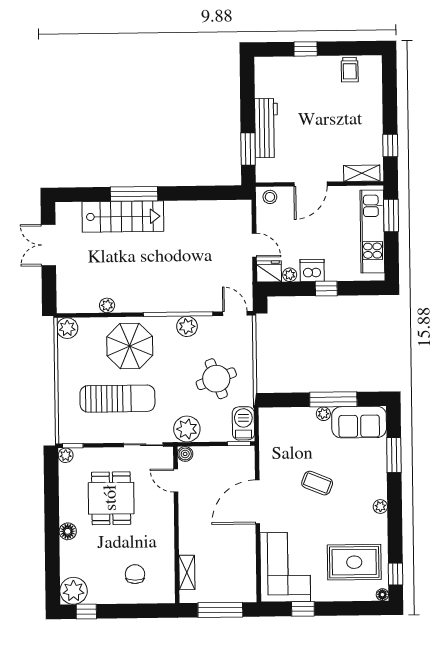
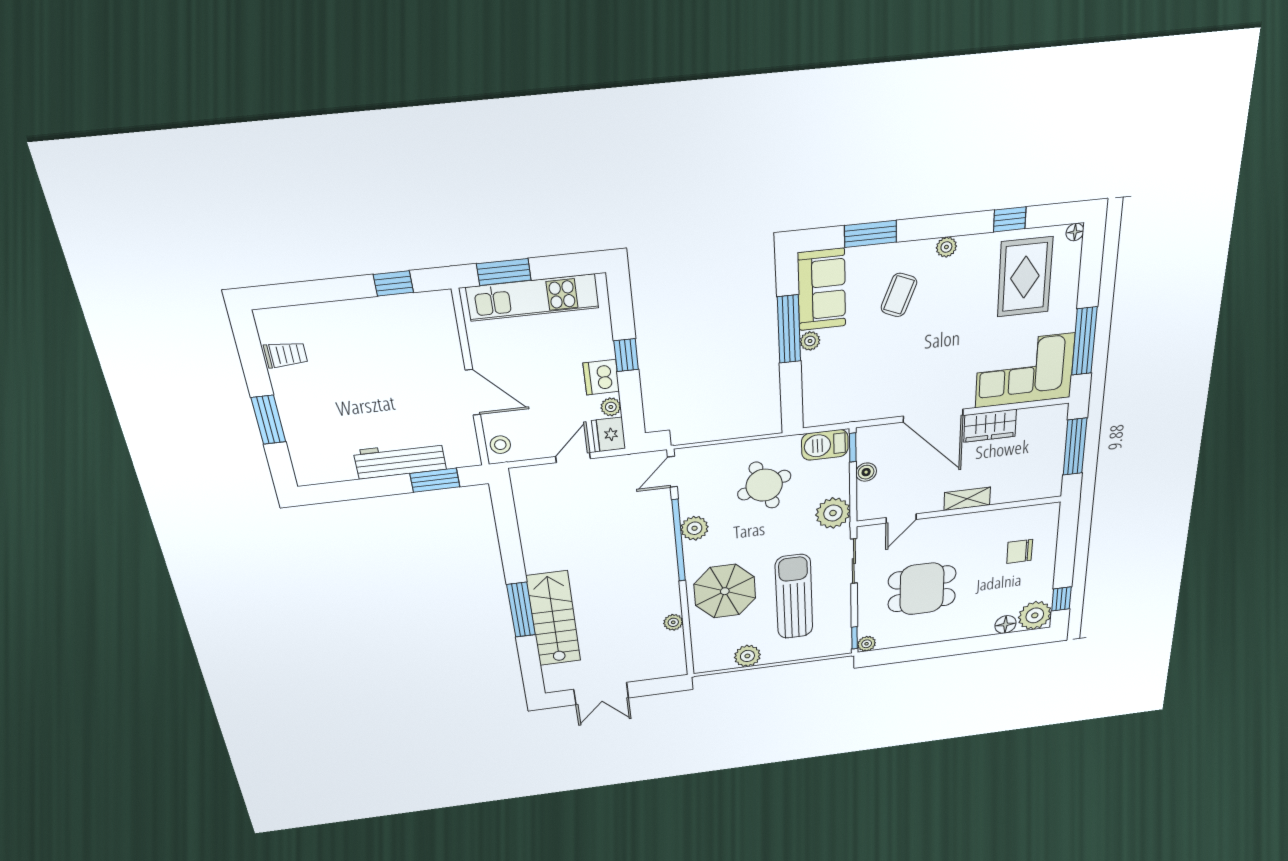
window: (306, 49) -> (268, 420), width x1.50
shelving: (362, 173) -> (444, 322), removed
plant: (67, 328) -> (747, 656), moved
boiler: (185, 454) -> (866, 472), moved
coffee table: (317, 483) -> (899, 295), moved
floor lamp: (68, 531) -> (1005, 624), moved
wardrobe: (245, 544) -> (990, 426), added
shelving: (187, 572) -> (967, 499), moved
window: (395, 574) -> (1010, 219), moved
window: (303, 609) -> (1084, 341), width x2.17

